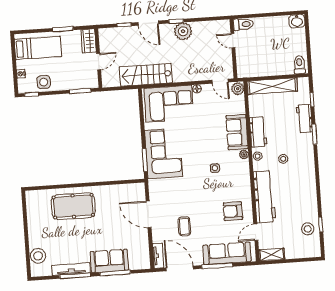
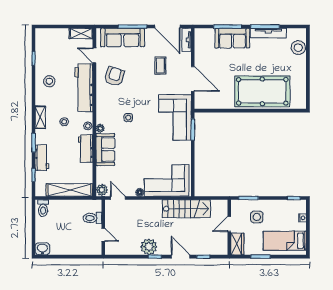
toilet: (243, 24) -> (92, 218), moved
side table: (44, 82) -> (257, 217), moved
corner sofa: (164, 153) -> (175, 117), moved
shelving: (309, 162) -> (40, 117), added
pool table: (73, 206) -> (262, 91), width x1.36, depth x1.32
armchair: (233, 211) -> (114, 76), turned -73
stool: (308, 229) -> (49, 81), moved
door: (256, 232) -> (94, 55), swing flipped

